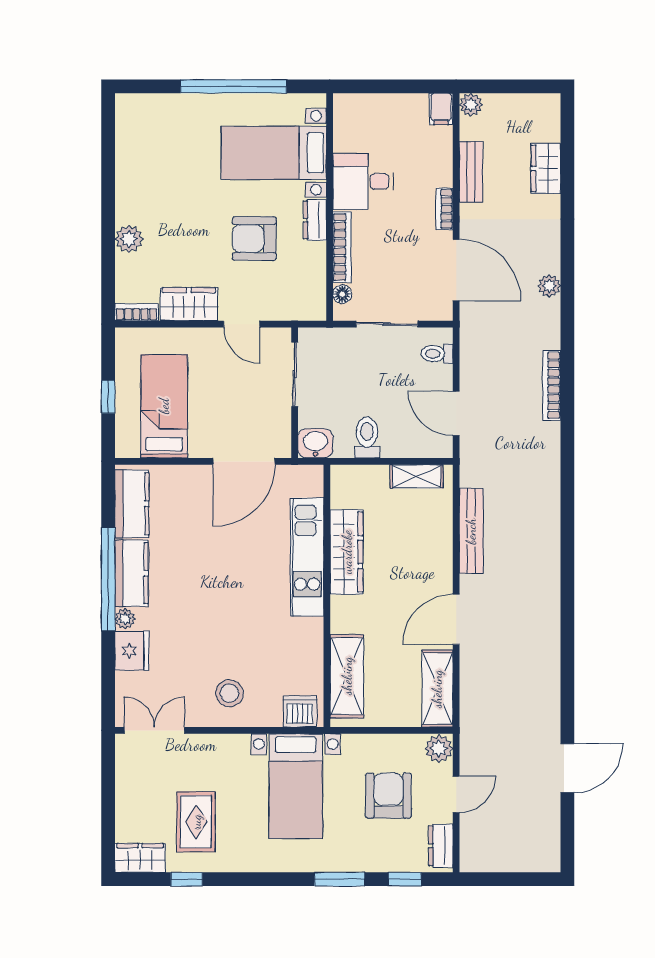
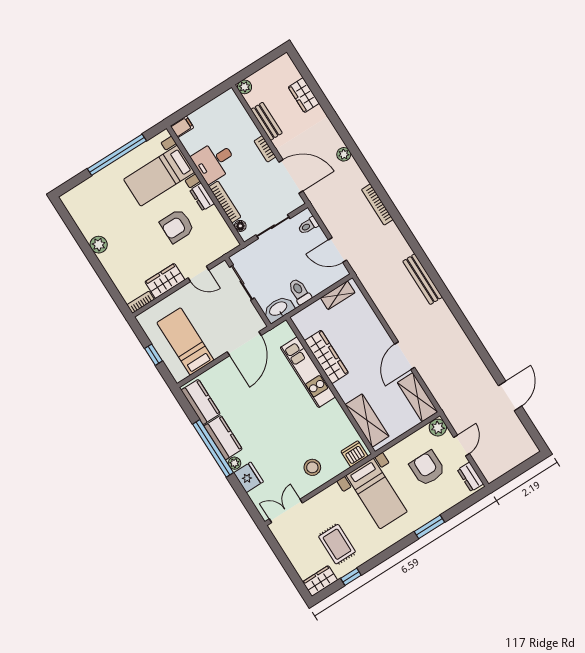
filing cabinet: (441, 109) -> (182, 127), moved, turned -90
plant: (129, 239) -> (99, 245), moved
washbasin: (315, 443) -> (278, 309), width x1.38
bench: (471, 531) -> (423, 279), moved
window: (405, 879) -> (463, 506), removed

